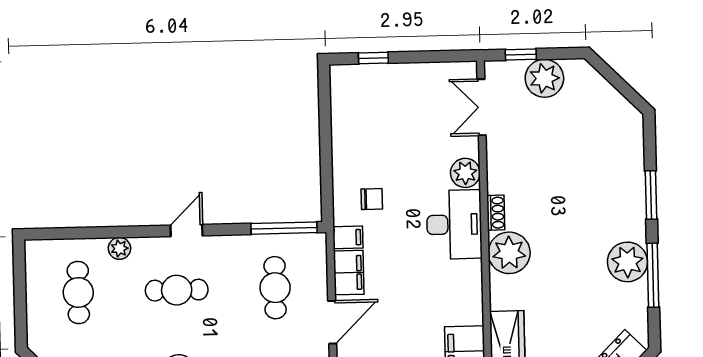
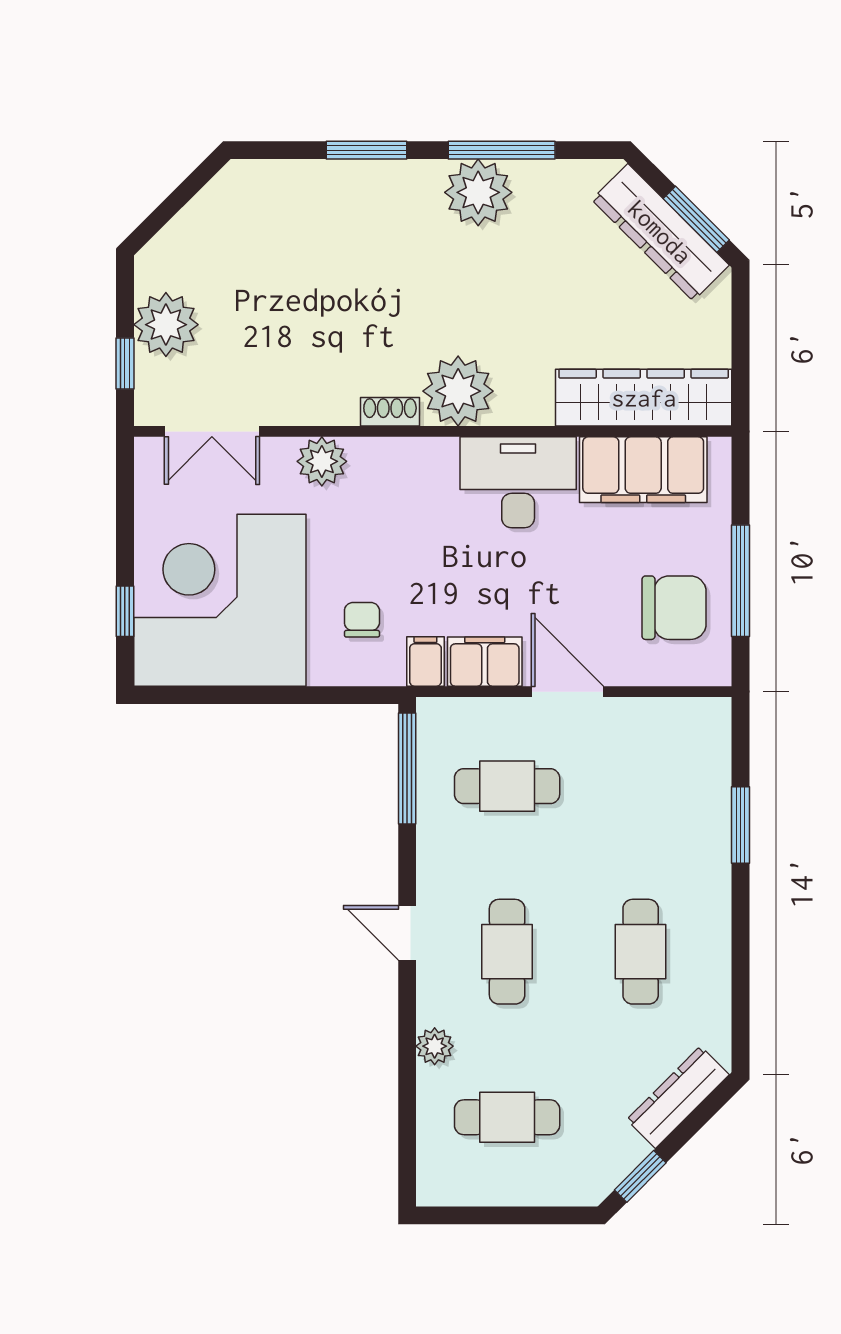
corner desk: (381, 114) -> (220, 600), added
desk: (454, 224) -> (518, 482), moved

